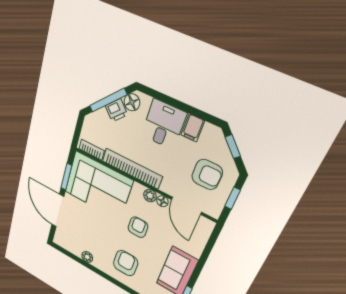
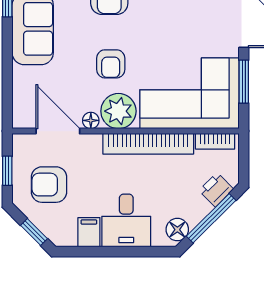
printer: (116, 110) -> (216, 190), moved
plant: (150, 196) -> (118, 111), width x1.87, depth x1.87

